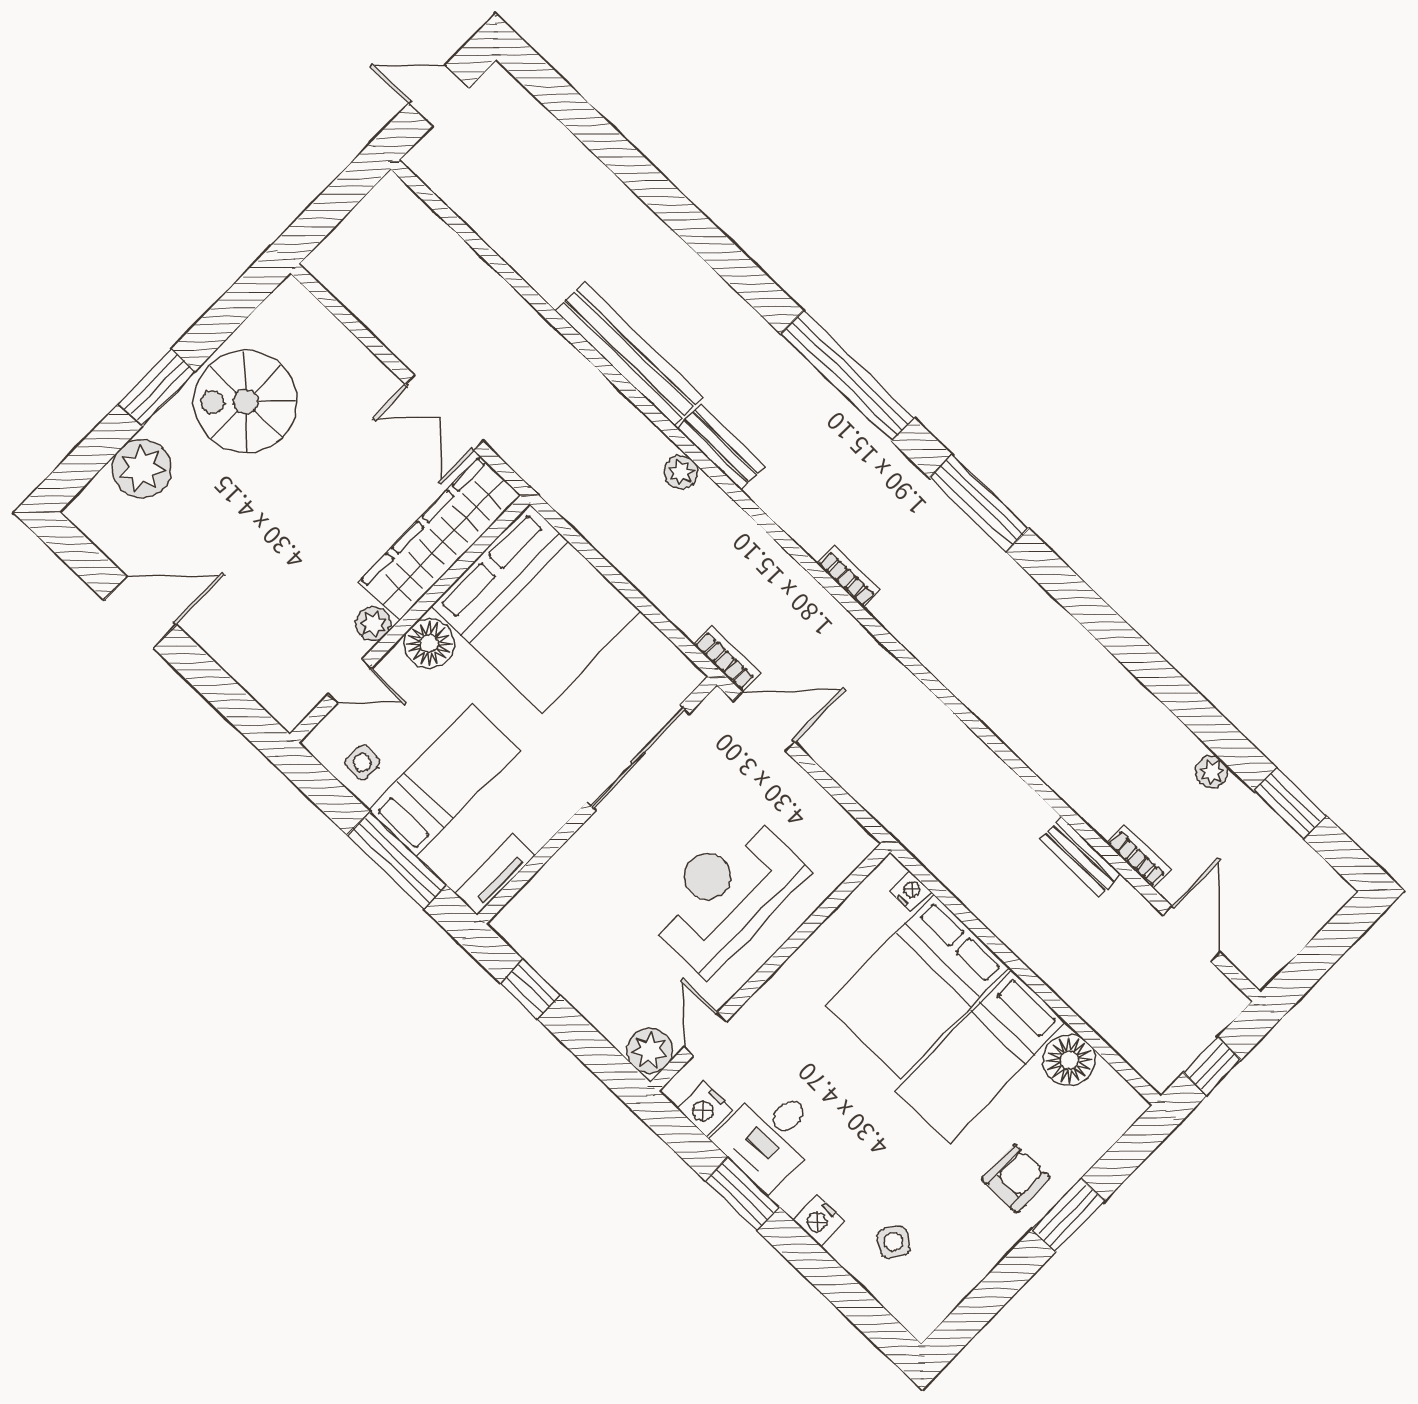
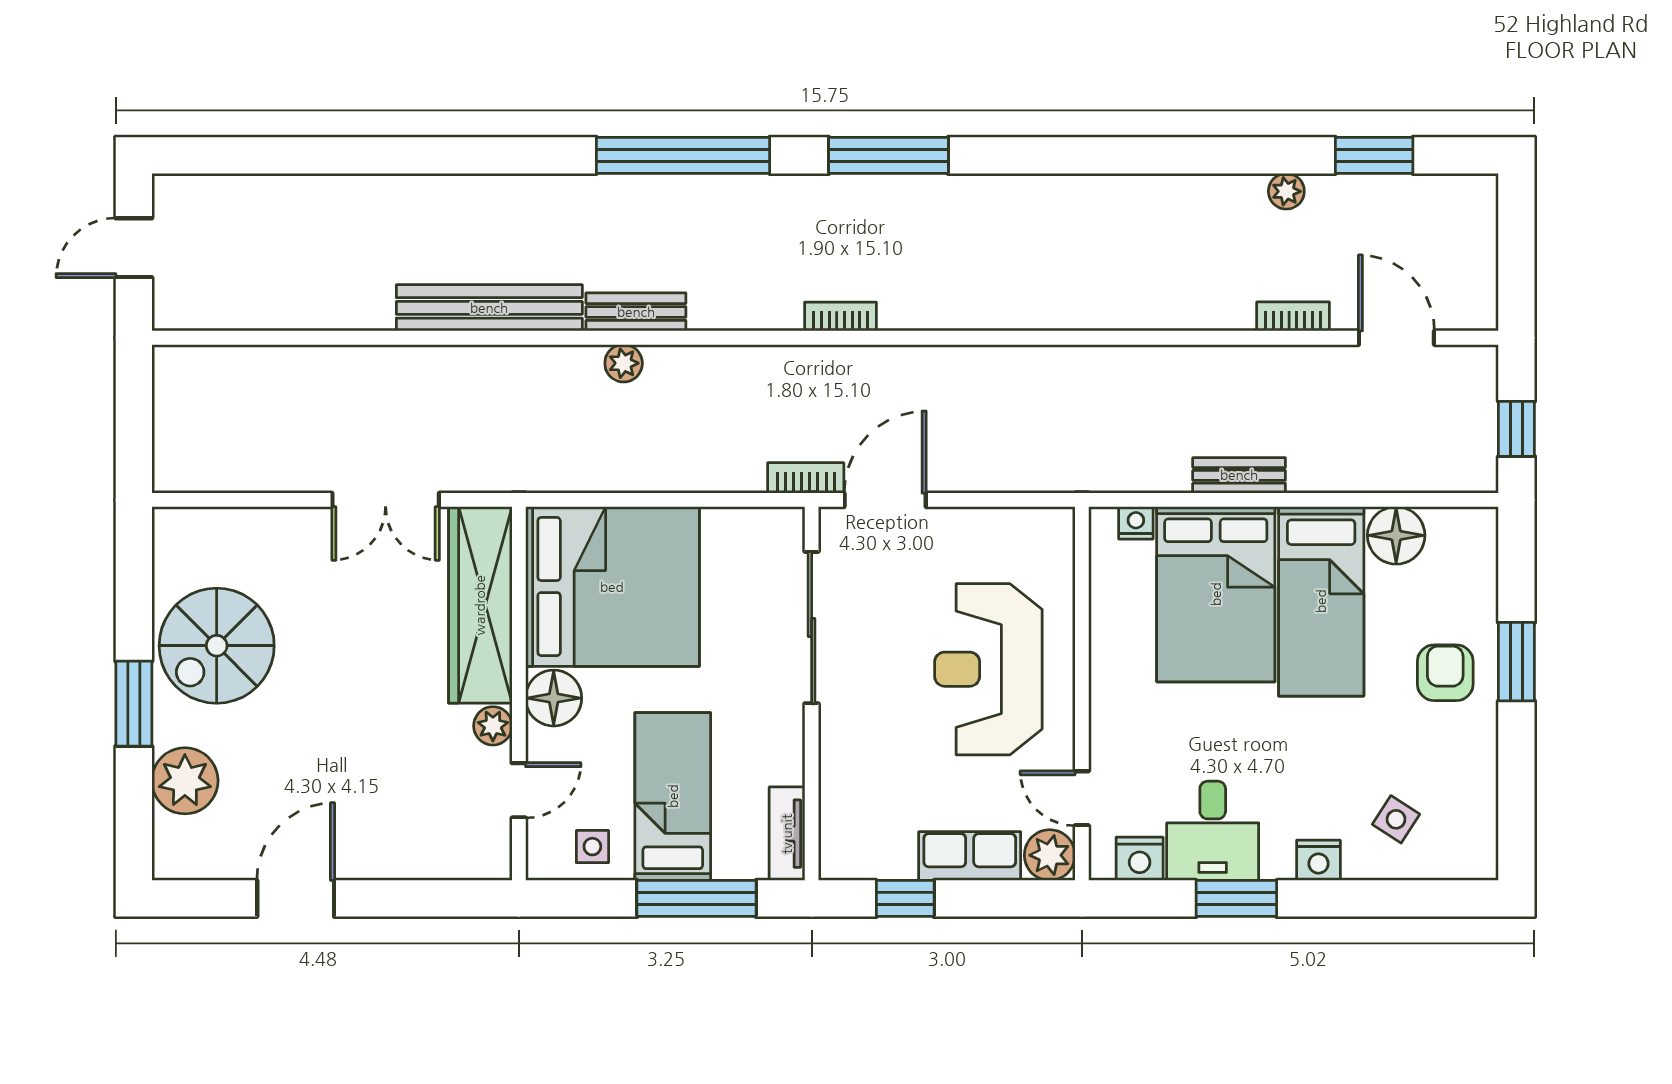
bench: (1081, 857) -> (1239, 475), moved
row of seats: (598, 1002) -> (970, 856), added

